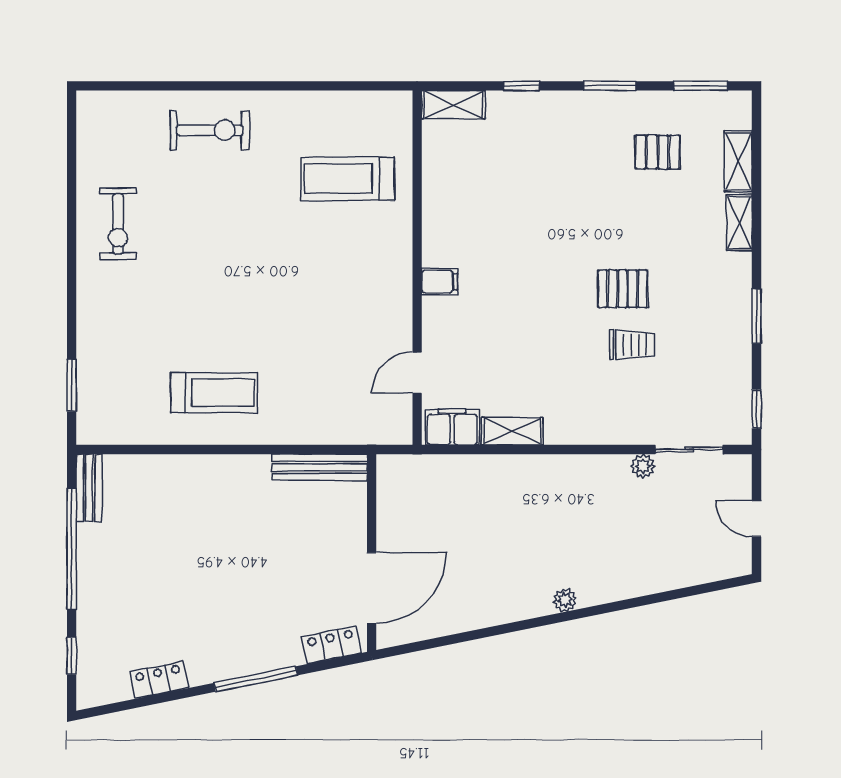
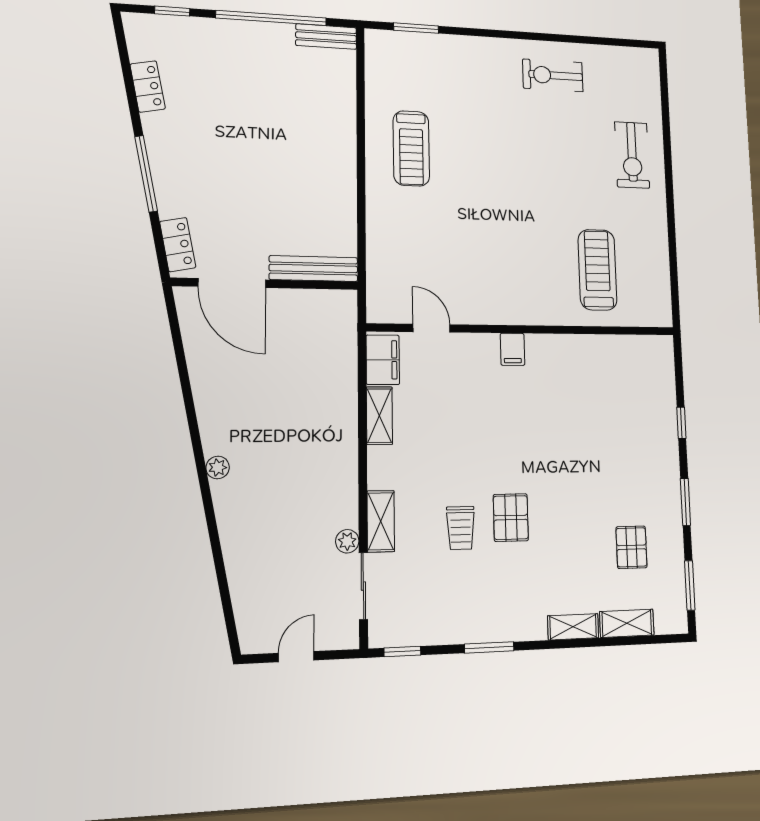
shelving: (453, 105) -> (381, 521), moved
bench: (320, 467) -> (314, 269), moved, turned 90

